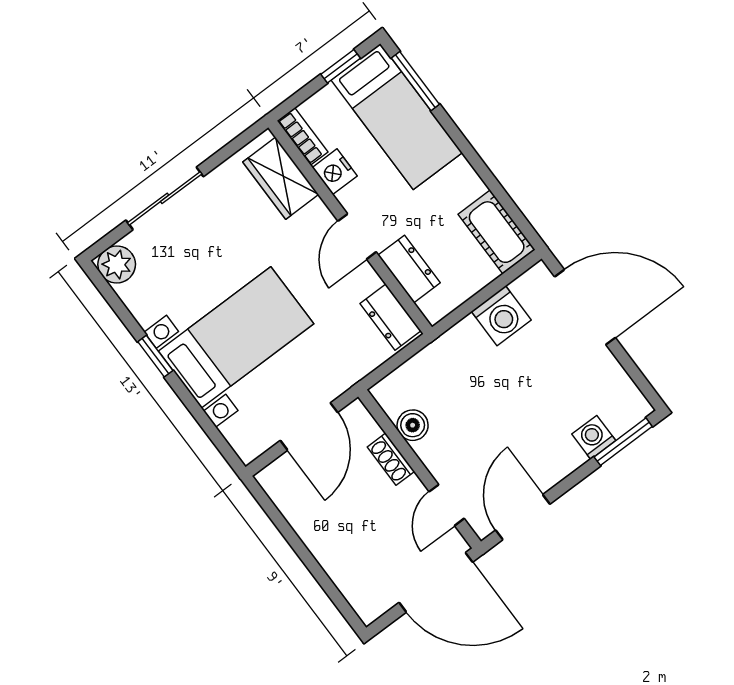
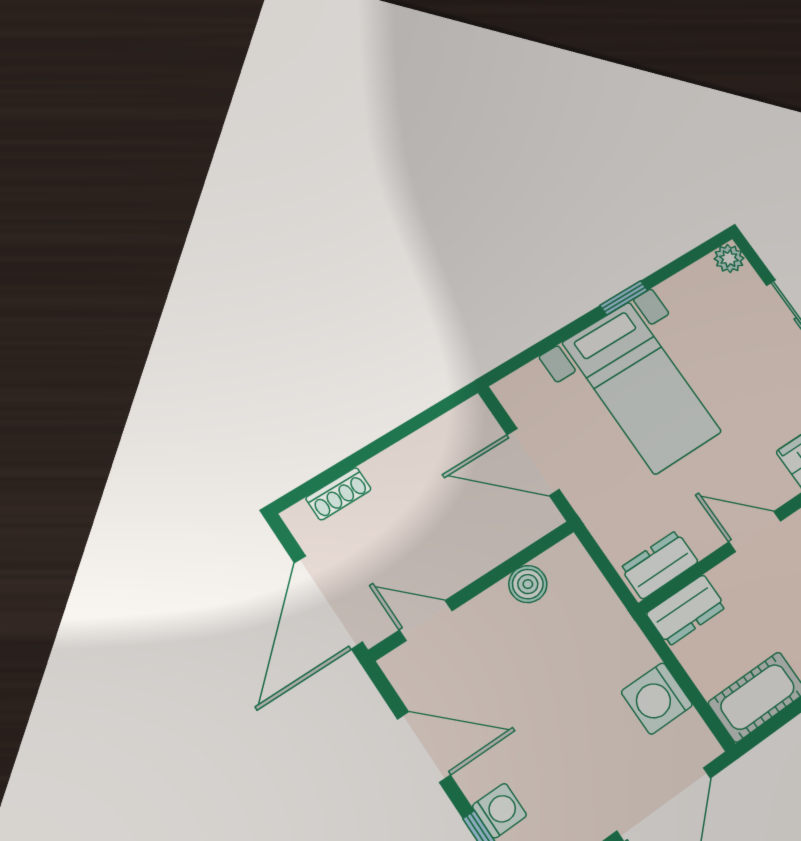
plant: (117, 264) -> (729, 259), width x0.73, depth x0.73
dresser: (409, 269) -> (686, 610), moved
shoe rack: (391, 459) -> (338, 494), moved, turned 180
door: (523, 517) -> (424, 747), moved

